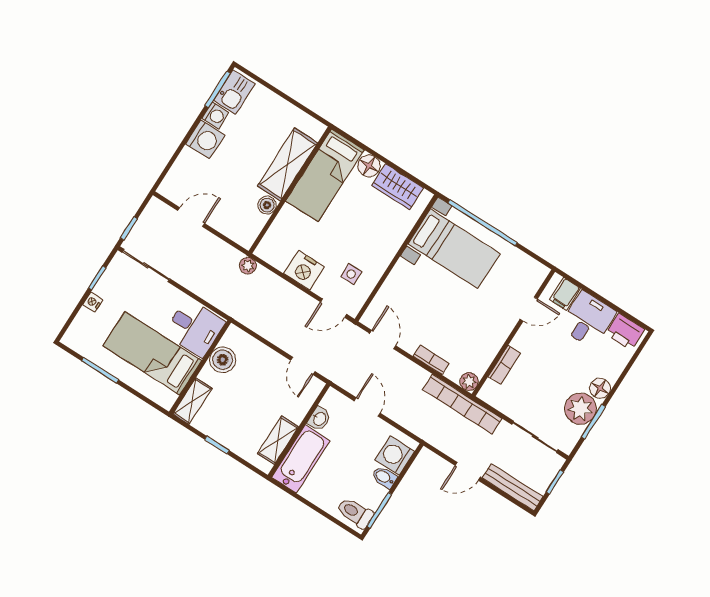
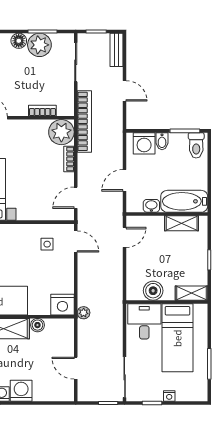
nightstand: (304, 270) -> (62, 305), moved, turned 90
plant: (469, 382) -> (61, 132), width x1.87, depth x1.87
bench: (513, 487) -> (117, 50), width x0.73

